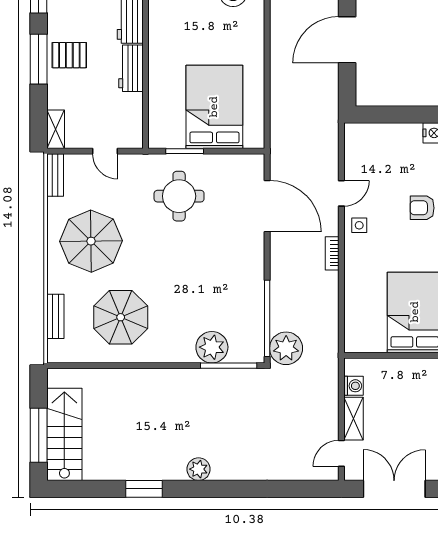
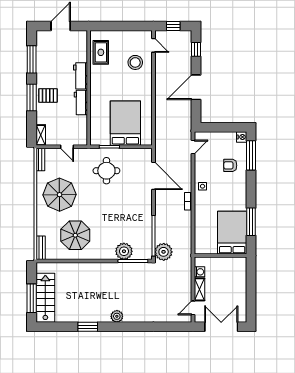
door: (341, 193) -> (193, 147), moved
armchair: (422, 208) -> (230, 165), moved
bench: (55, 316) -> (41, 248), moved

